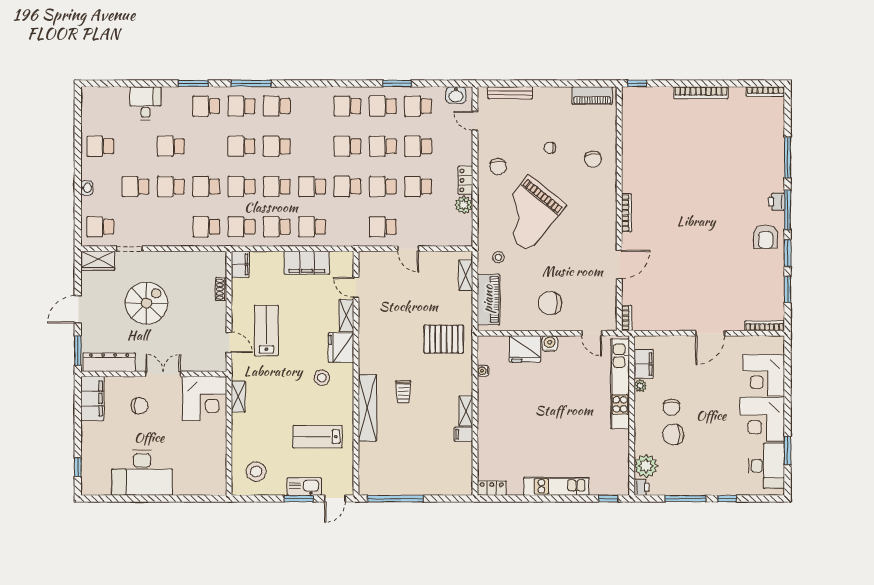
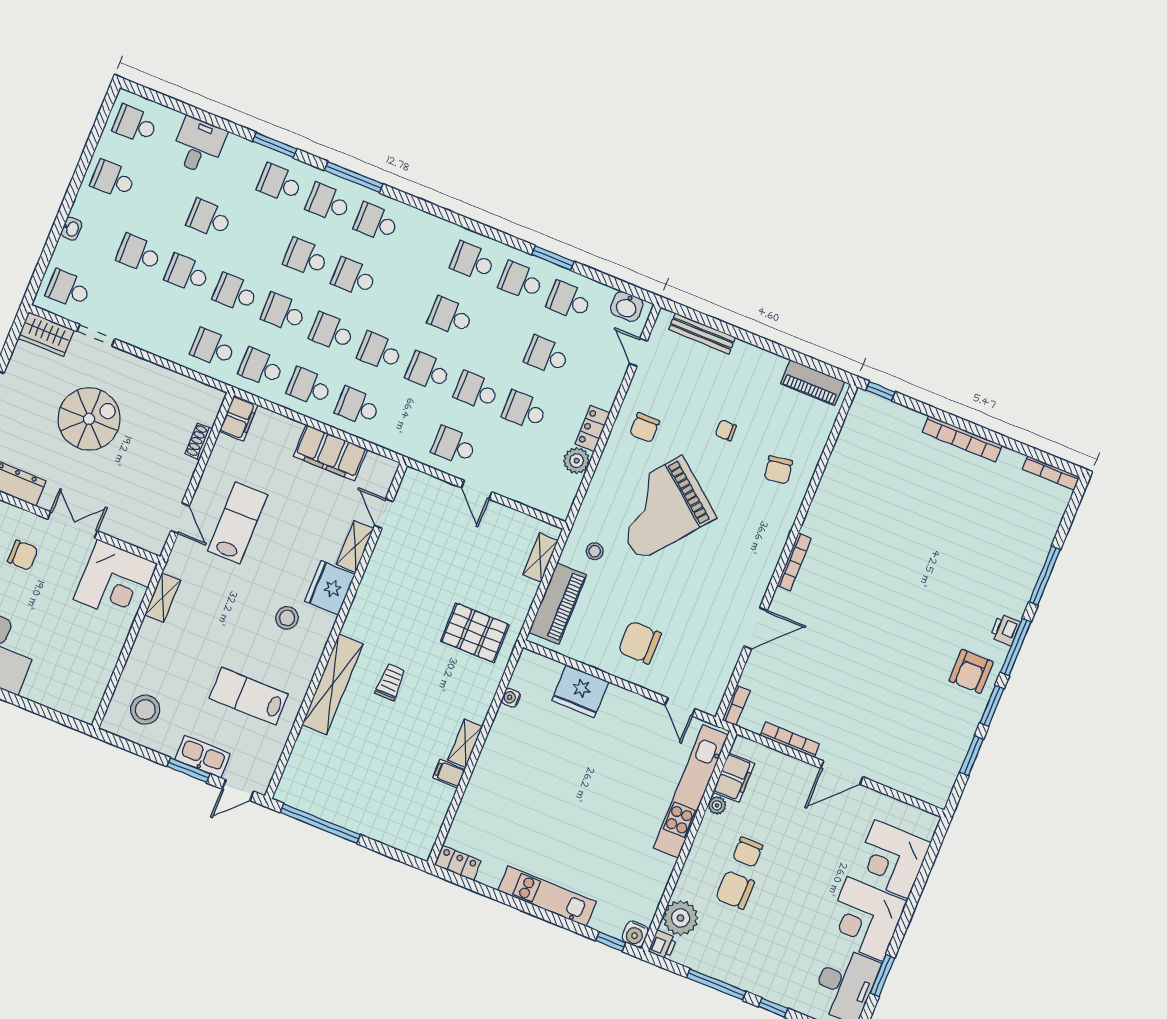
school desk: (383, 146) -> (135, 124), moved
bookcase: (765, 326) -> (790, 740), moved
water cooler: (550, 343) -> (635, 934), moved, turned 180
trolley: (403, 392) -> (390, 682), turned 180

